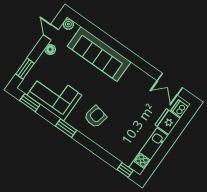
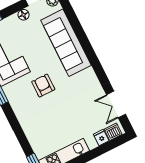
armchair: (95, 117) -> (43, 86), moved, turned -102
fridge: (168, 122) -> (101, 138), width x0.53, depth x0.75

